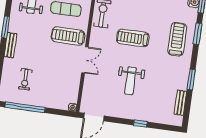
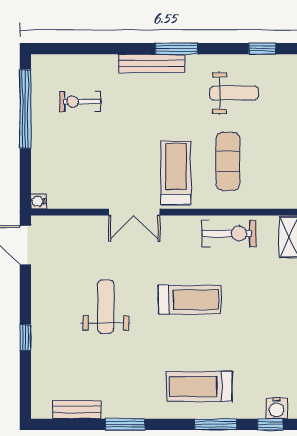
treadmill: (133, 38) -> (190, 300), turned 90
treadmill: (177, 39) -> (199, 386), turned 180
bench: (10, 45) -> (151, 63), width x1.36
weight bench: (130, 81) -> (106, 307), turned 90

